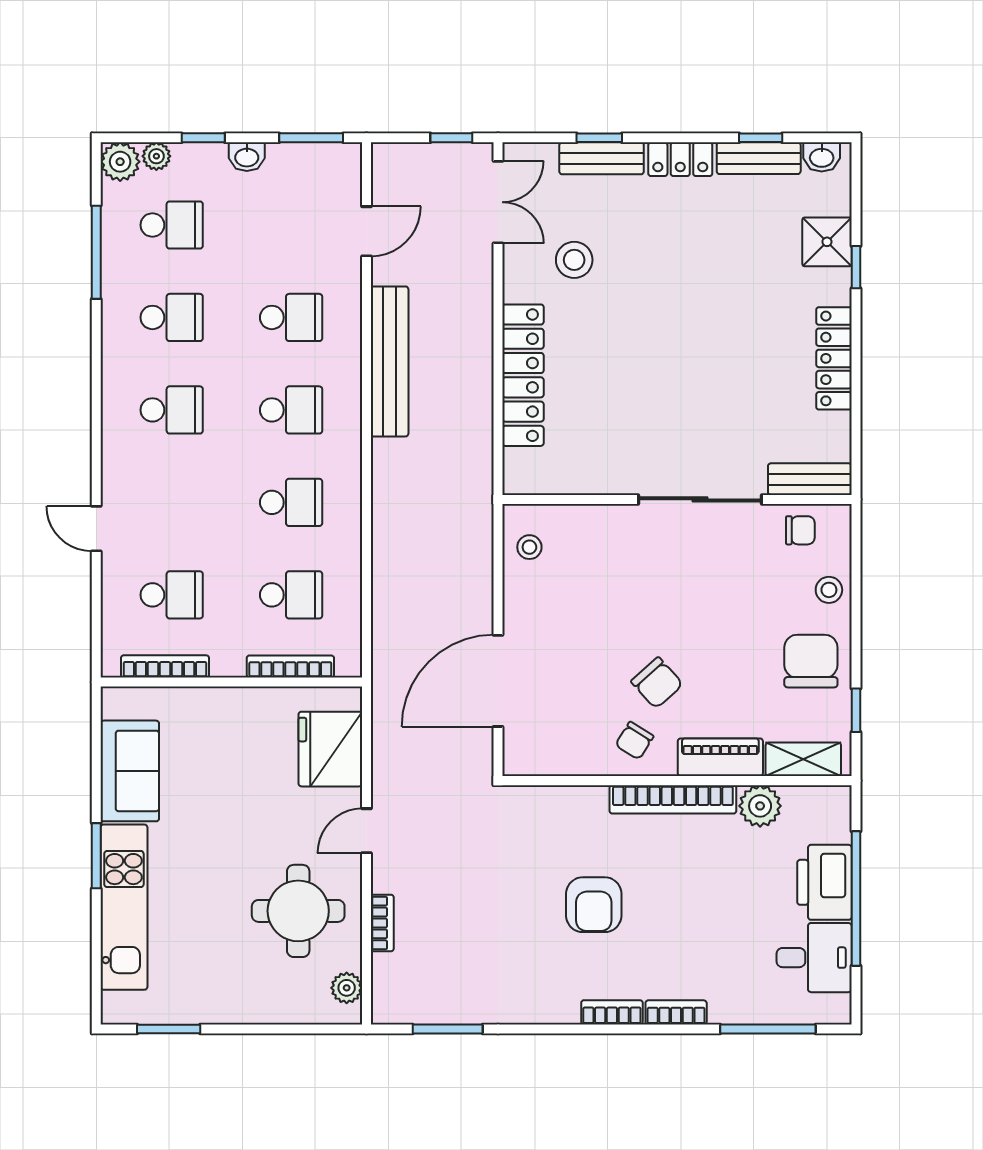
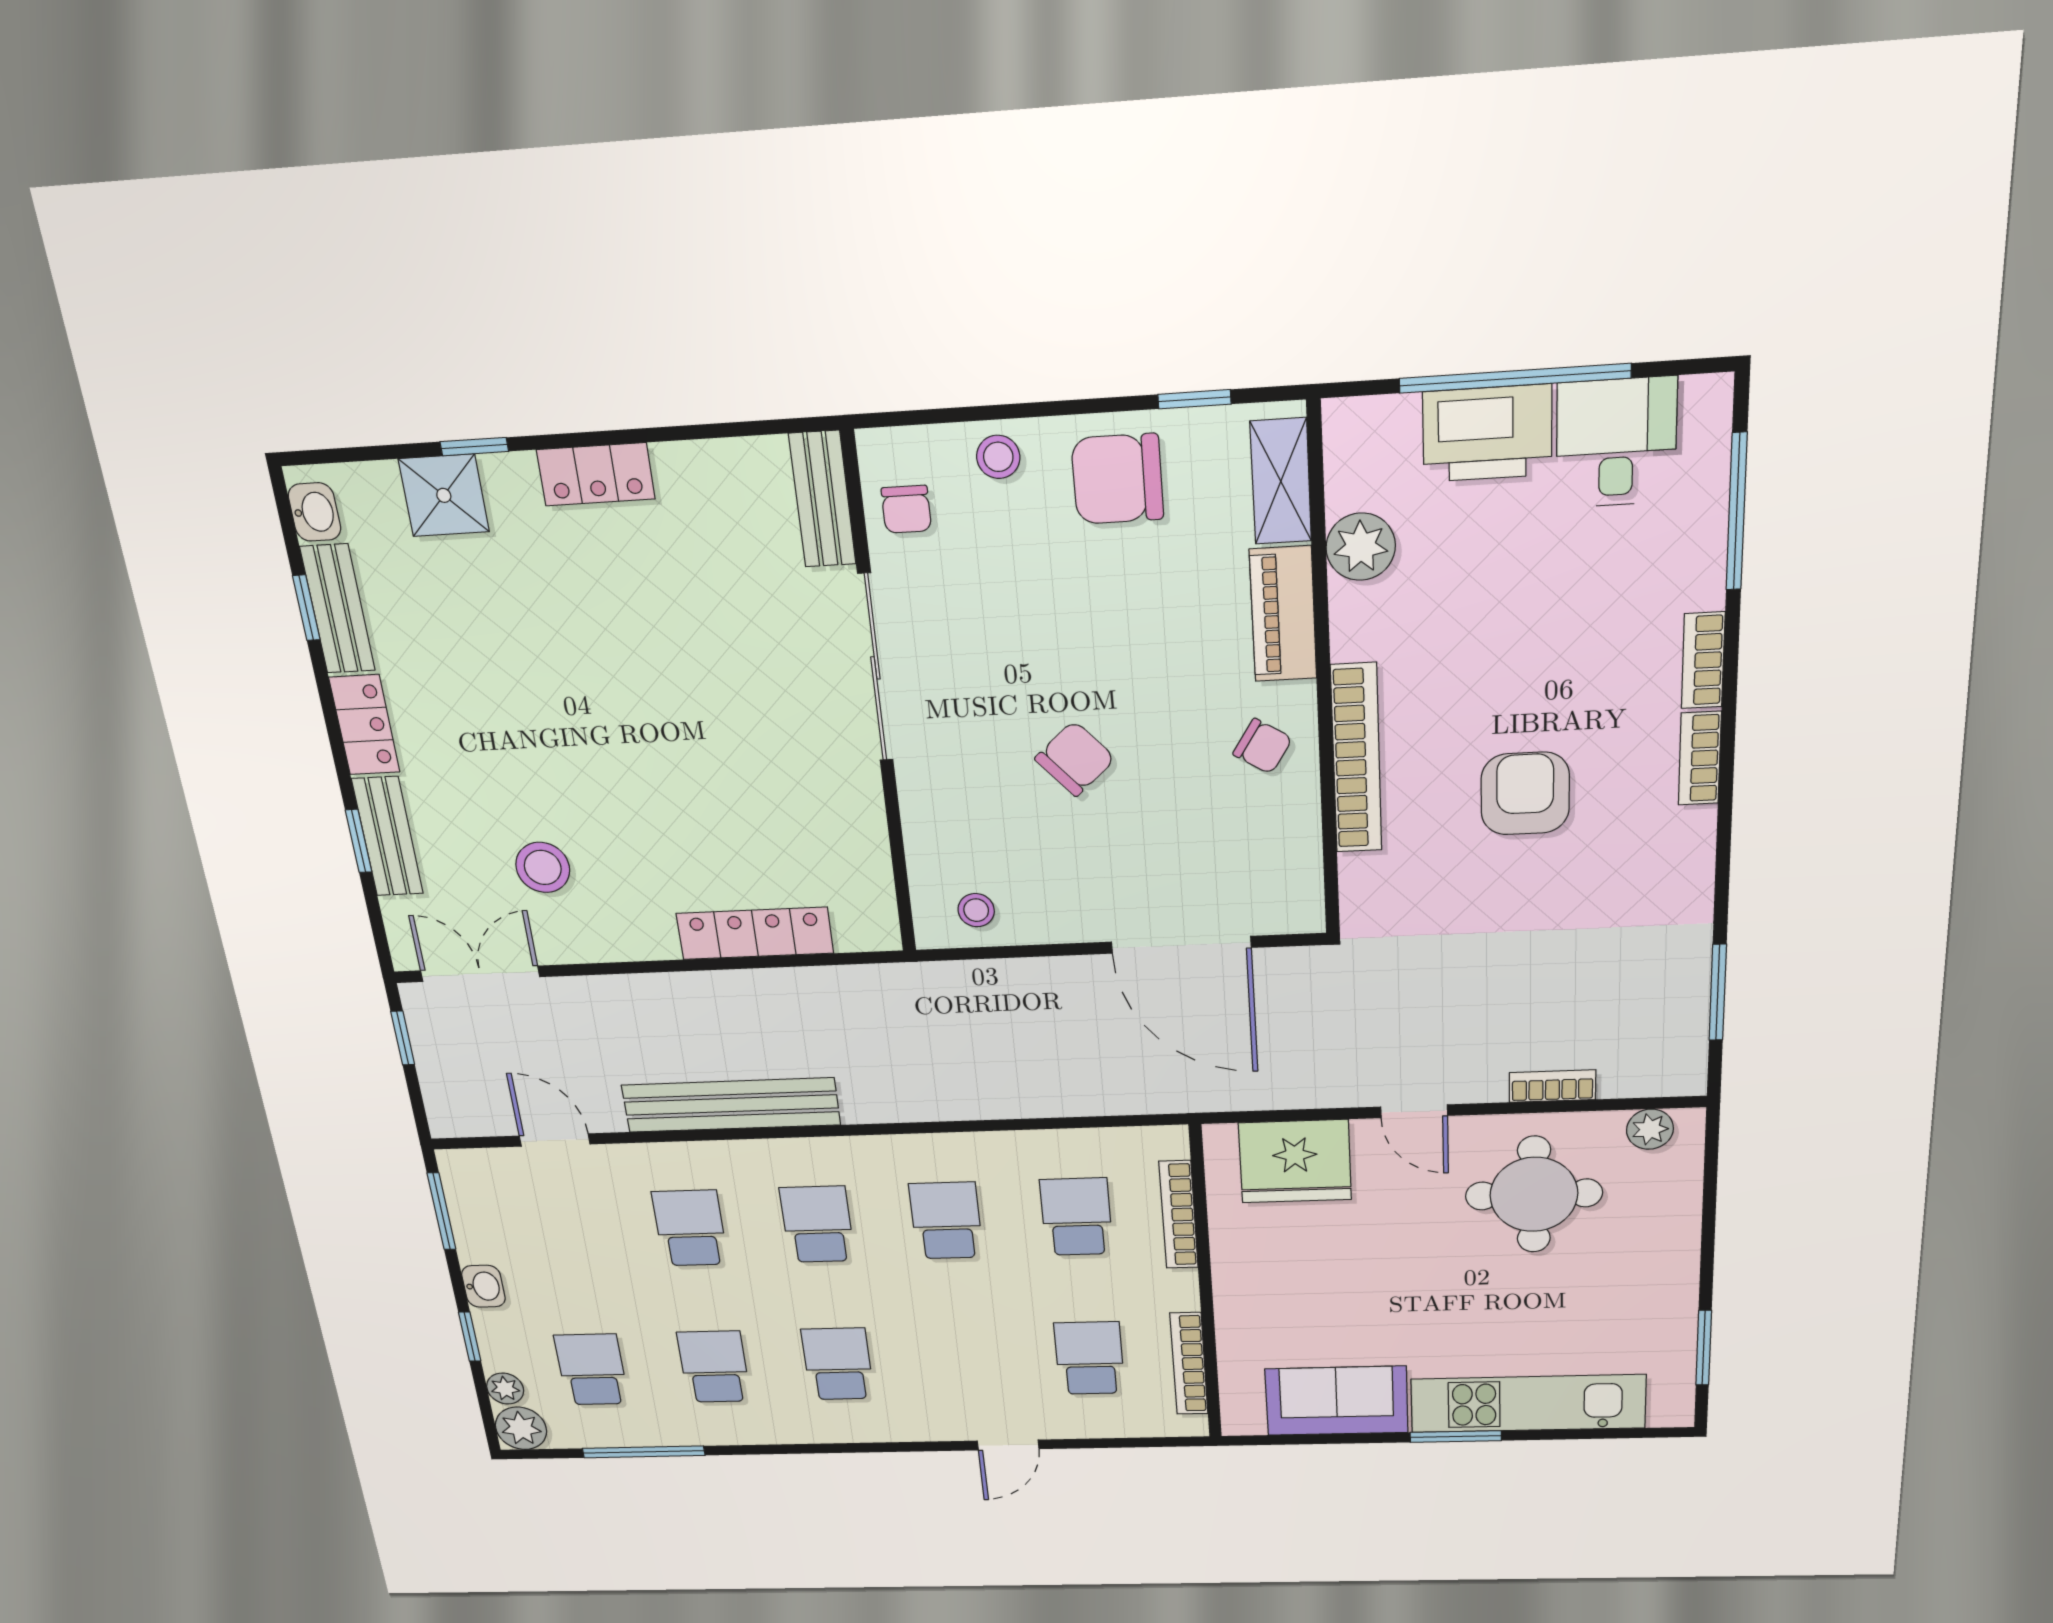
locker: (834, 358) -> (596, 474), width x0.66
locker: (523, 375) -> (755, 933), width x0.71, depth x0.83
chair: (800, 530) -> (906, 509), turned 180
chair: (657, 683) -> (1075, 759), moved
bookcase: (673, 799) -> (1356, 759), moved
armchair: (594, 905) -> (1525, 794), turned -90

